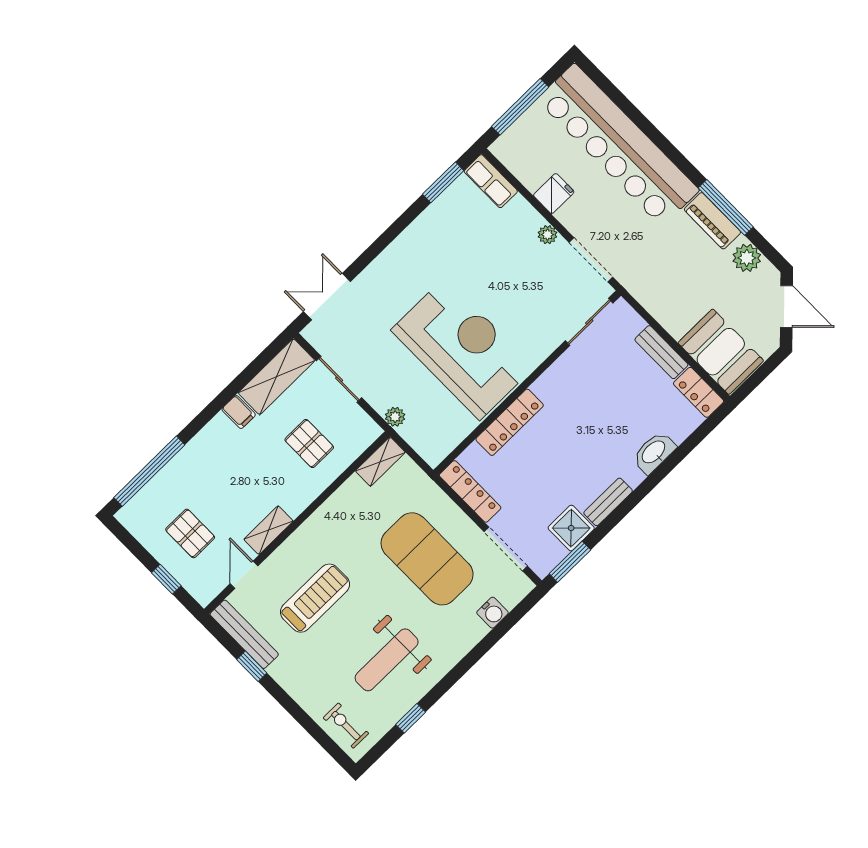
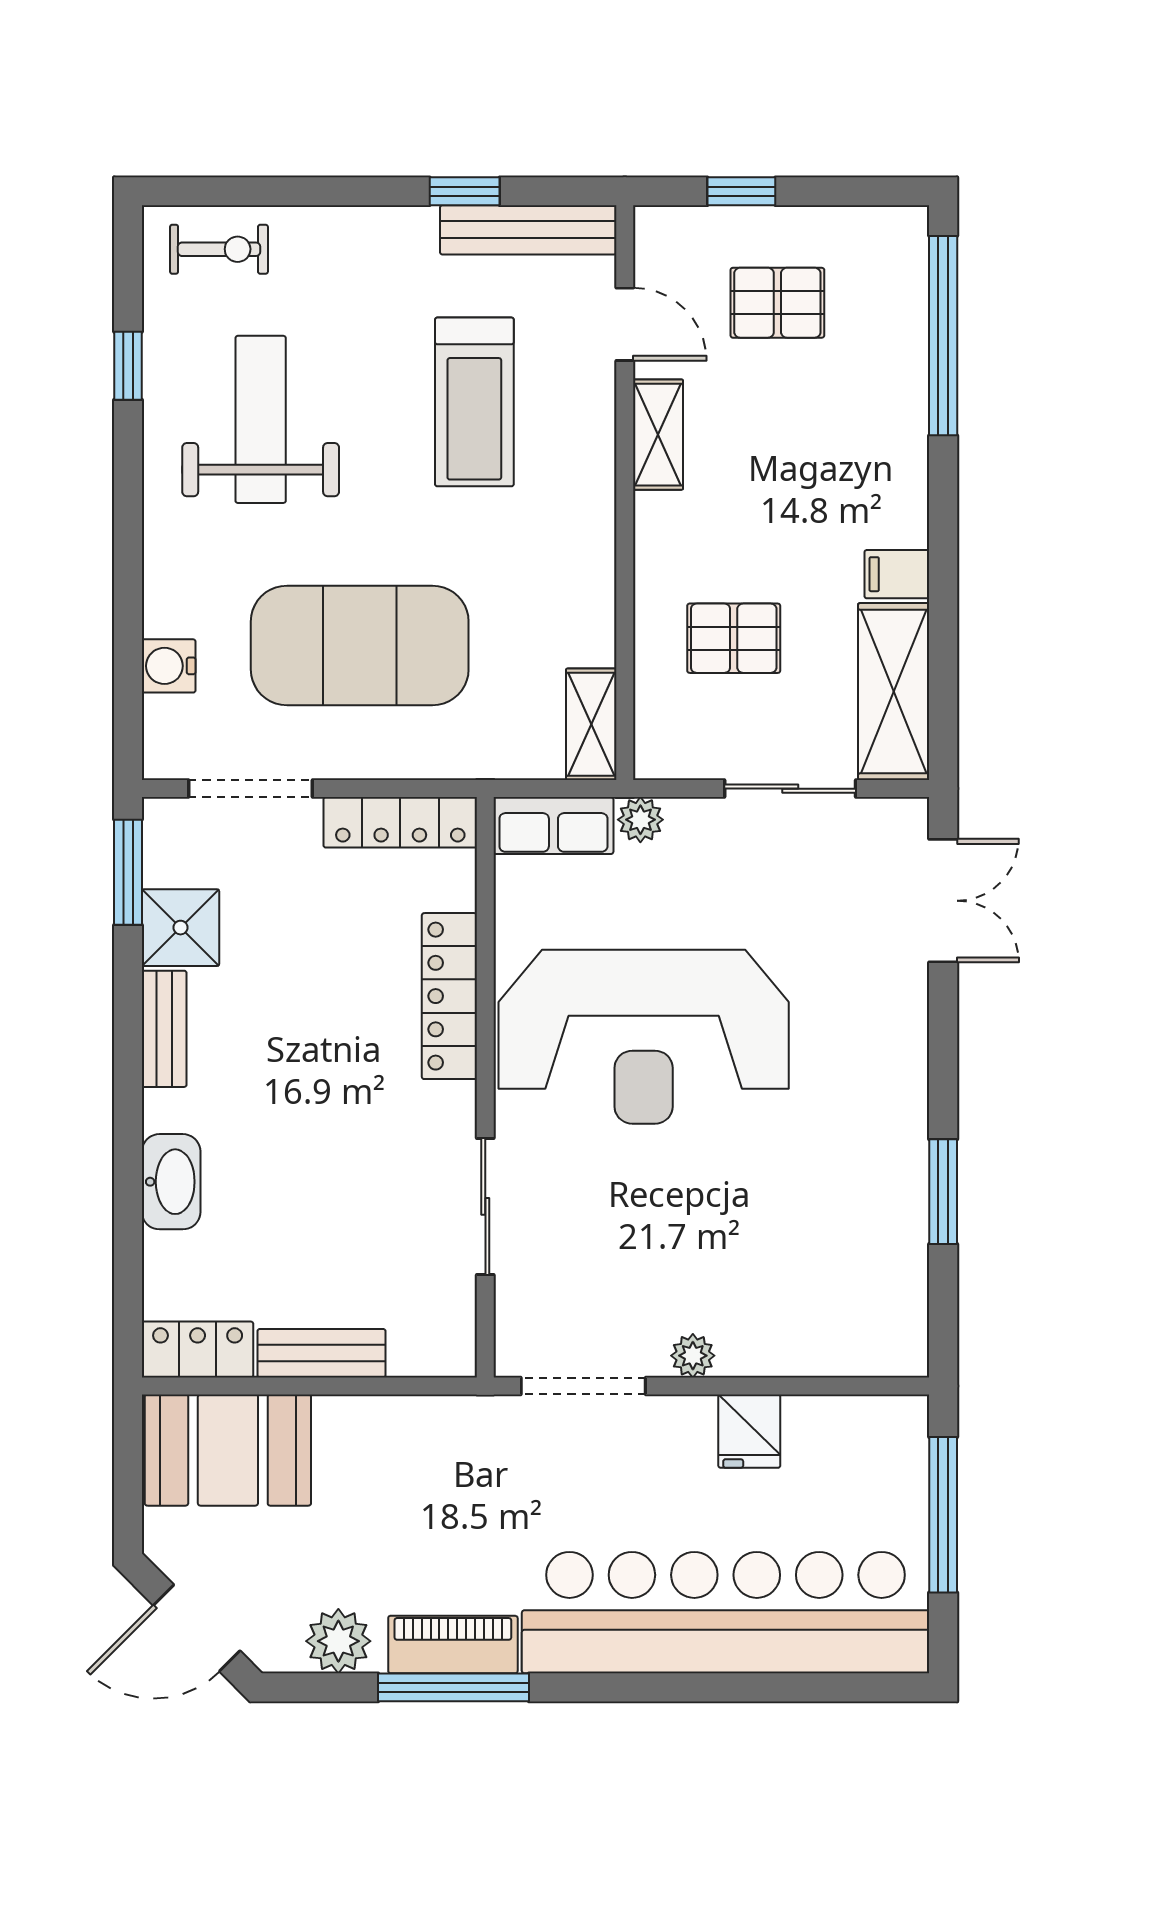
row of seats: (491, 181) -> (553, 826), moved, turned 180
window: (443, 182) -> (943, 1192), moved
sliding door: (589, 322) -> (485, 1206), moved

